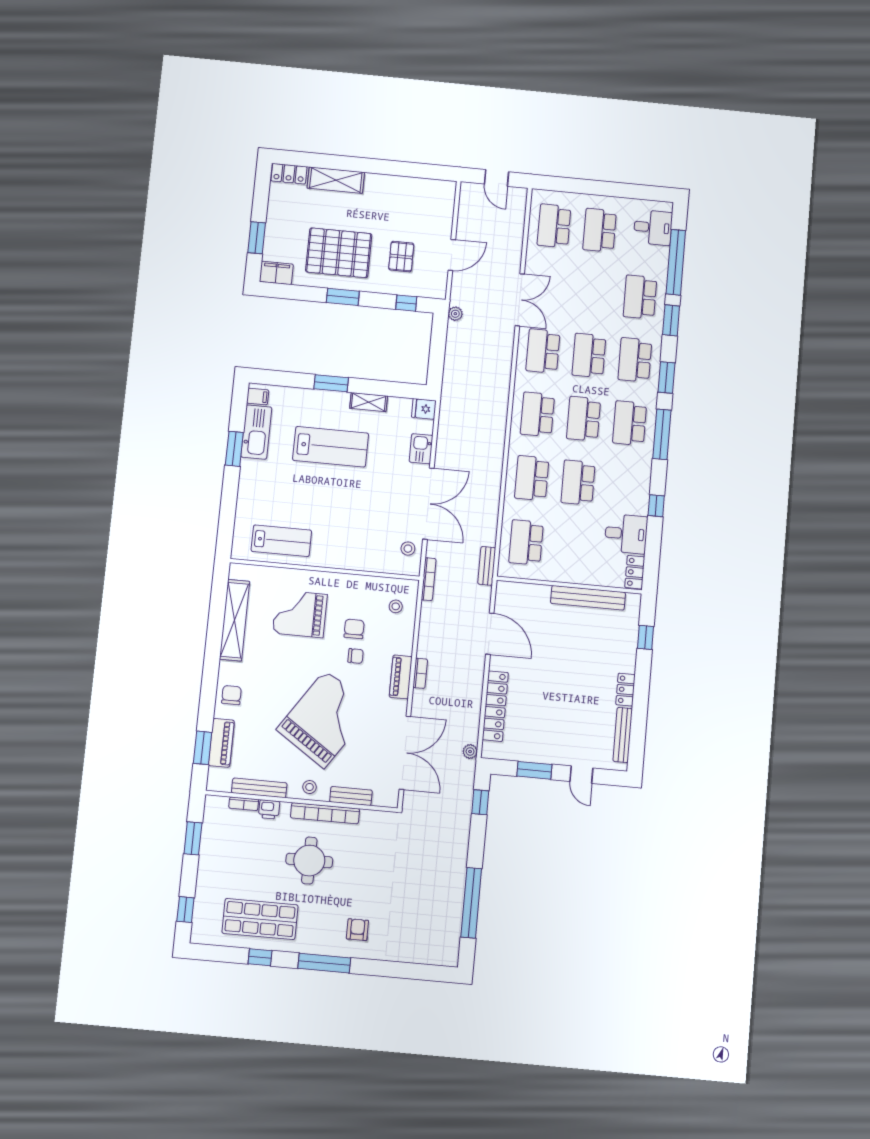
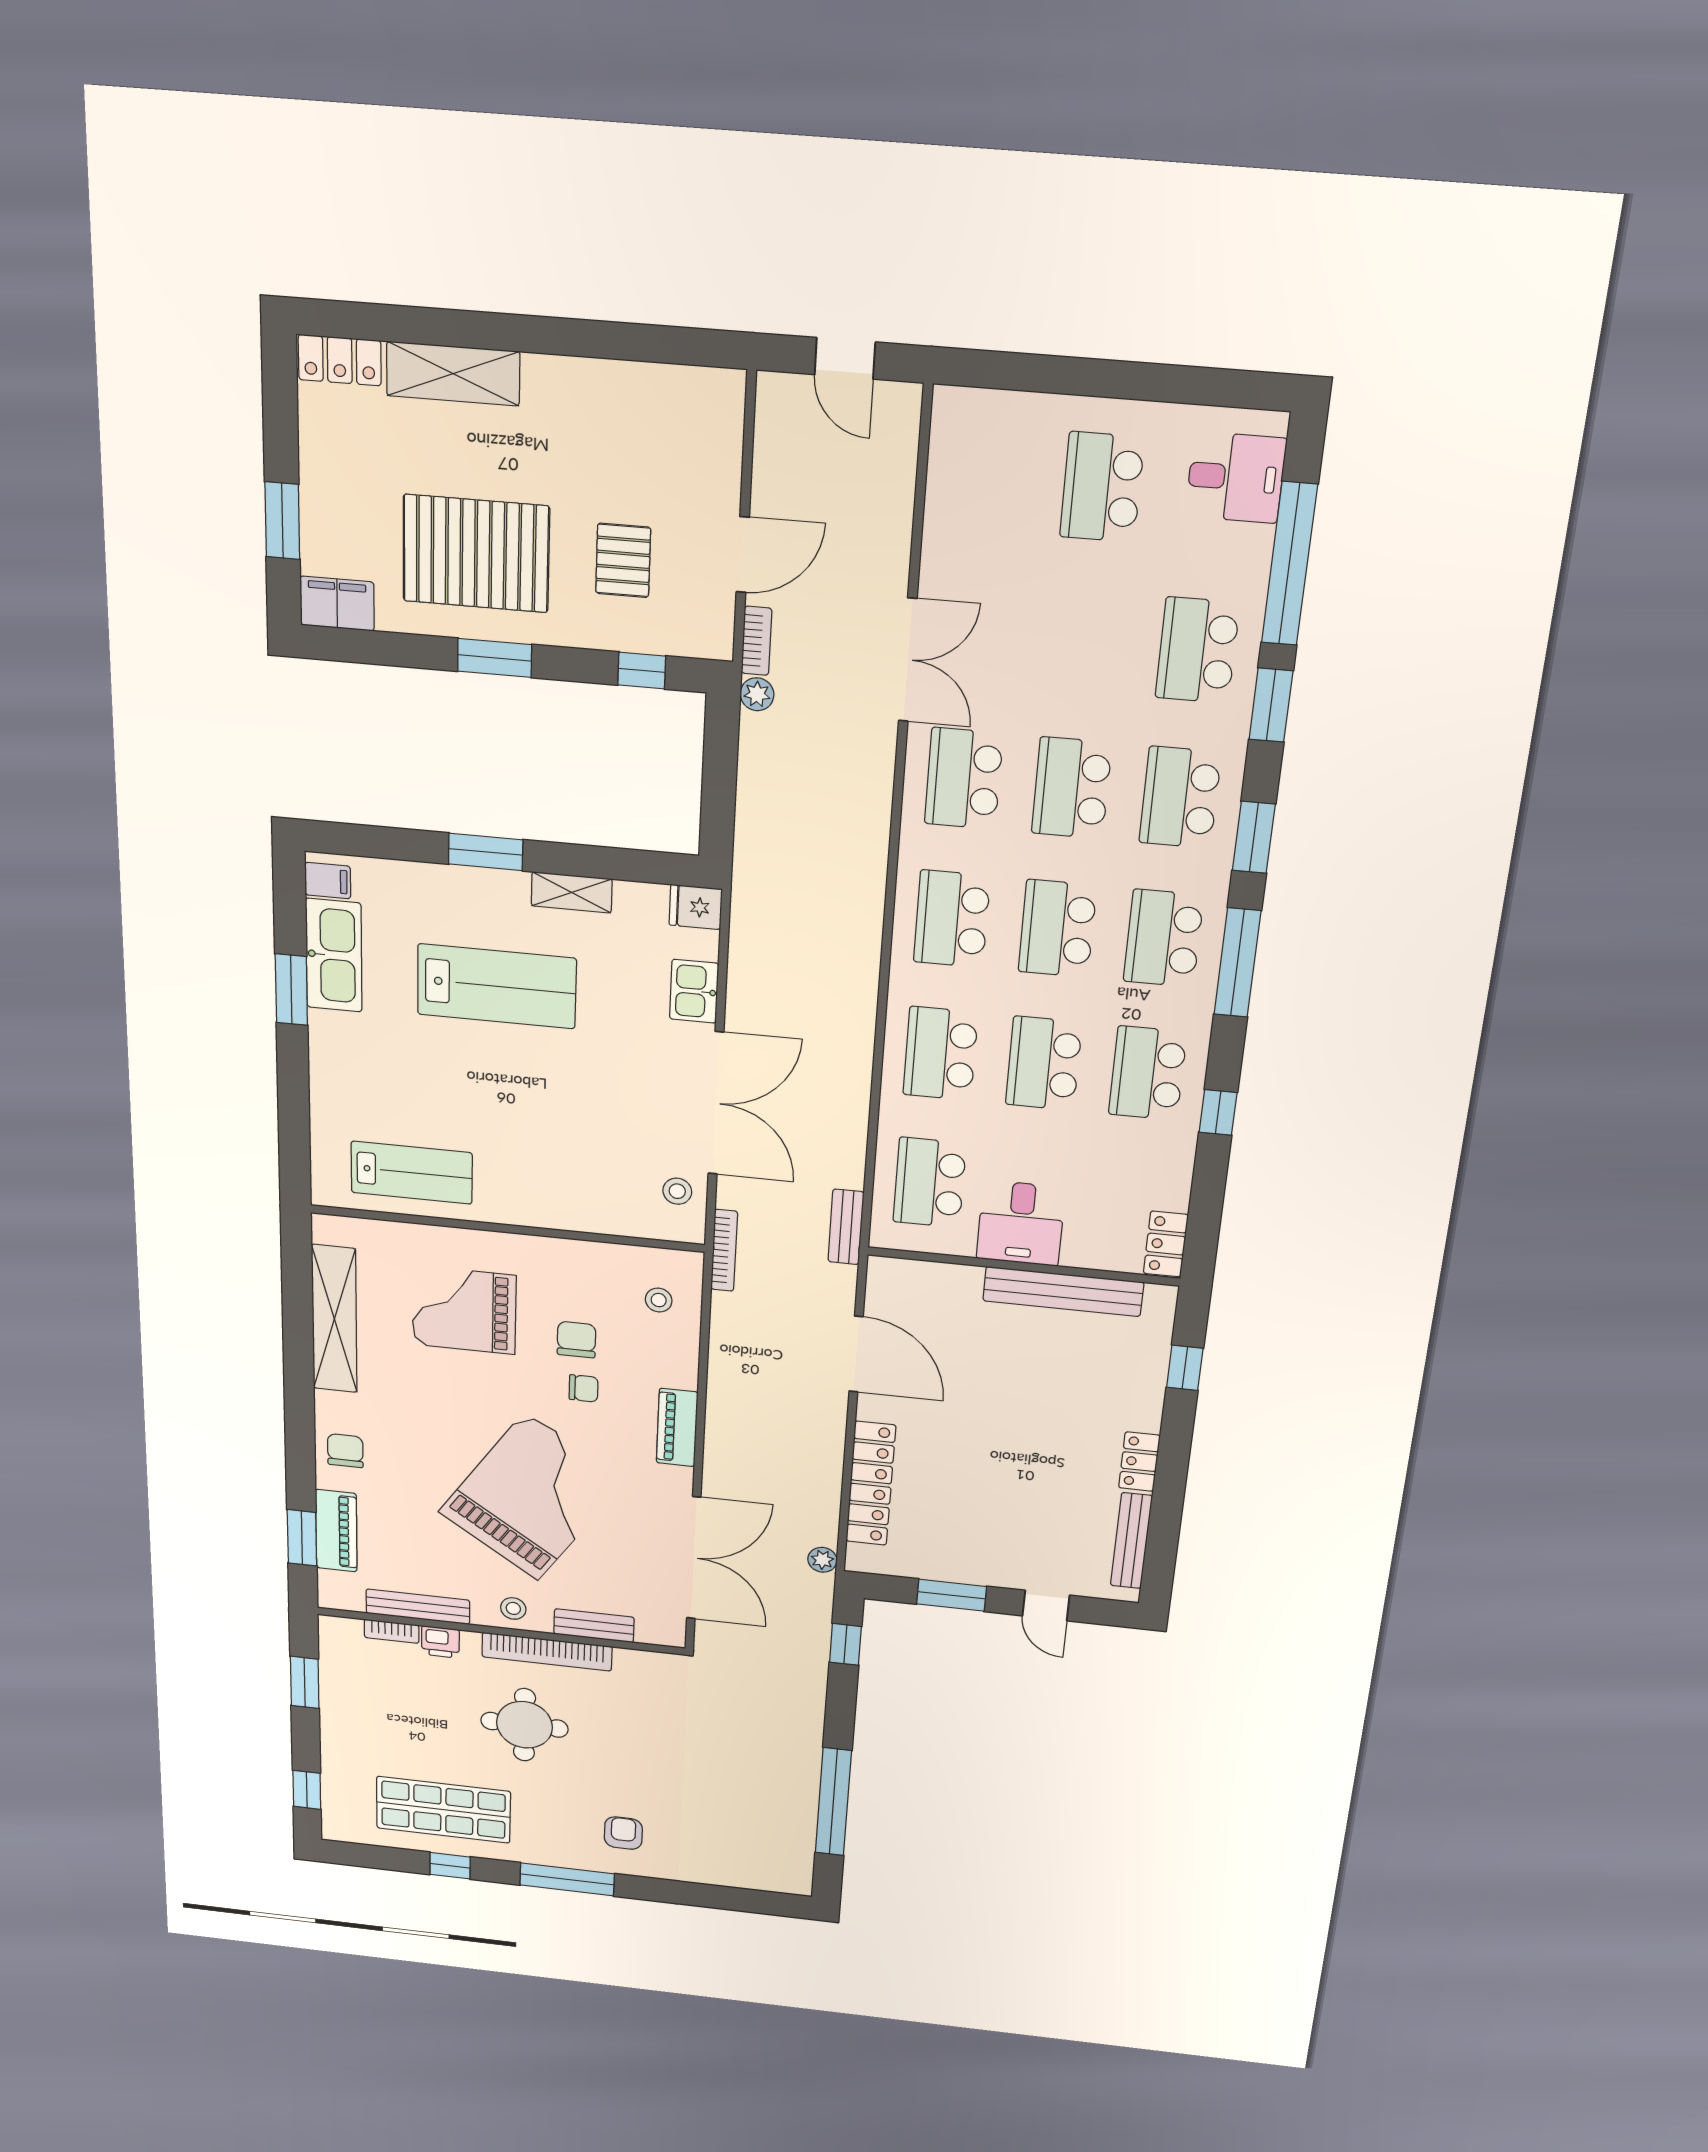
school desk: (554, 226) -> (1148, 1073), moved
desk: (626, 534) -> (1021, 1223), moved, turned 90
bookcase: (420, 673) -> (757, 641), moved

